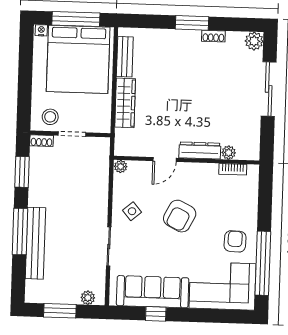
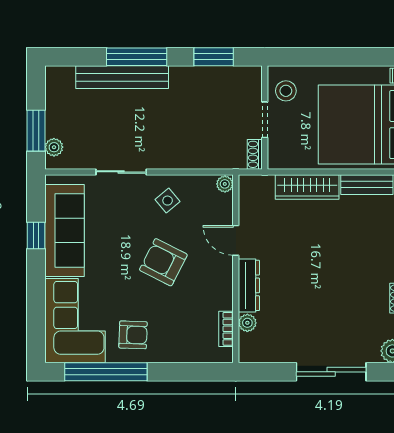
shoe rack: (42, 141) -> (255, 154), moved
window: (60, 311) -> (36, 131), moved

